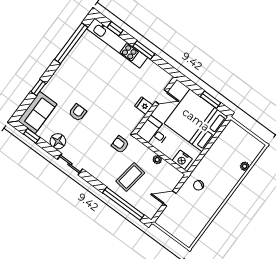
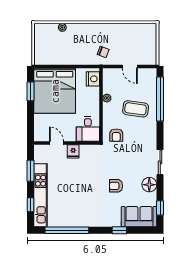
door: (161, 97) -> (56, 143), moved
wall: (155, 105) -> (67, 143), moved
fridge: (144, 106) -> (73, 151), moved
desk: (154, 132) -> (88, 129), moved

